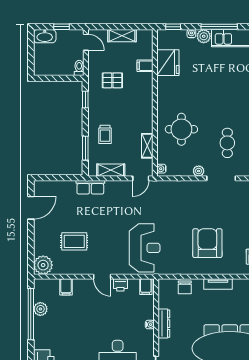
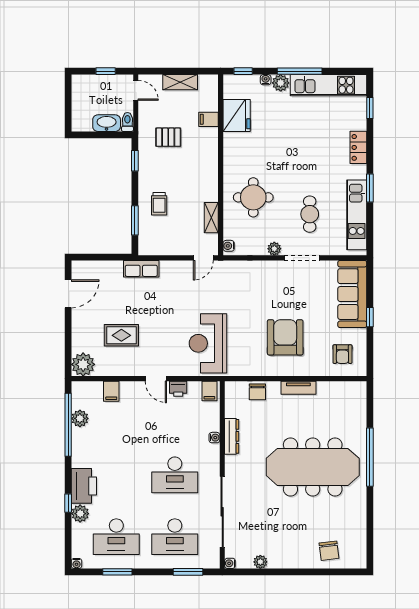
washbasin: (45, 36) -> (107, 123), moved, turned 180
shelving: (111, 170) -> (166, 248), removed
reception desk: (145, 248) -> (208, 343), turned 180

